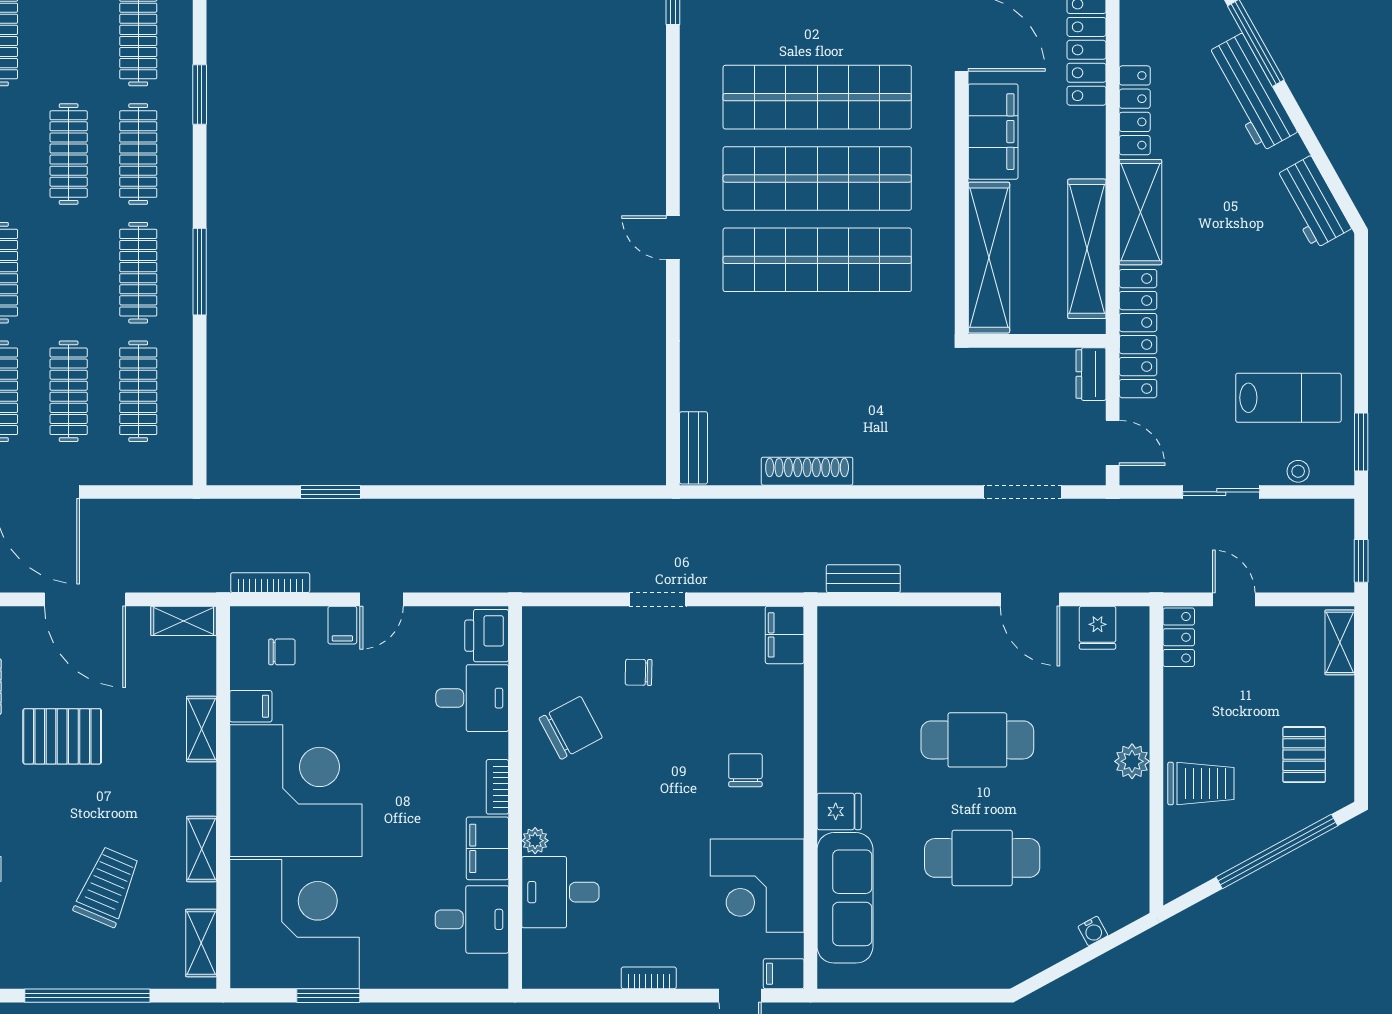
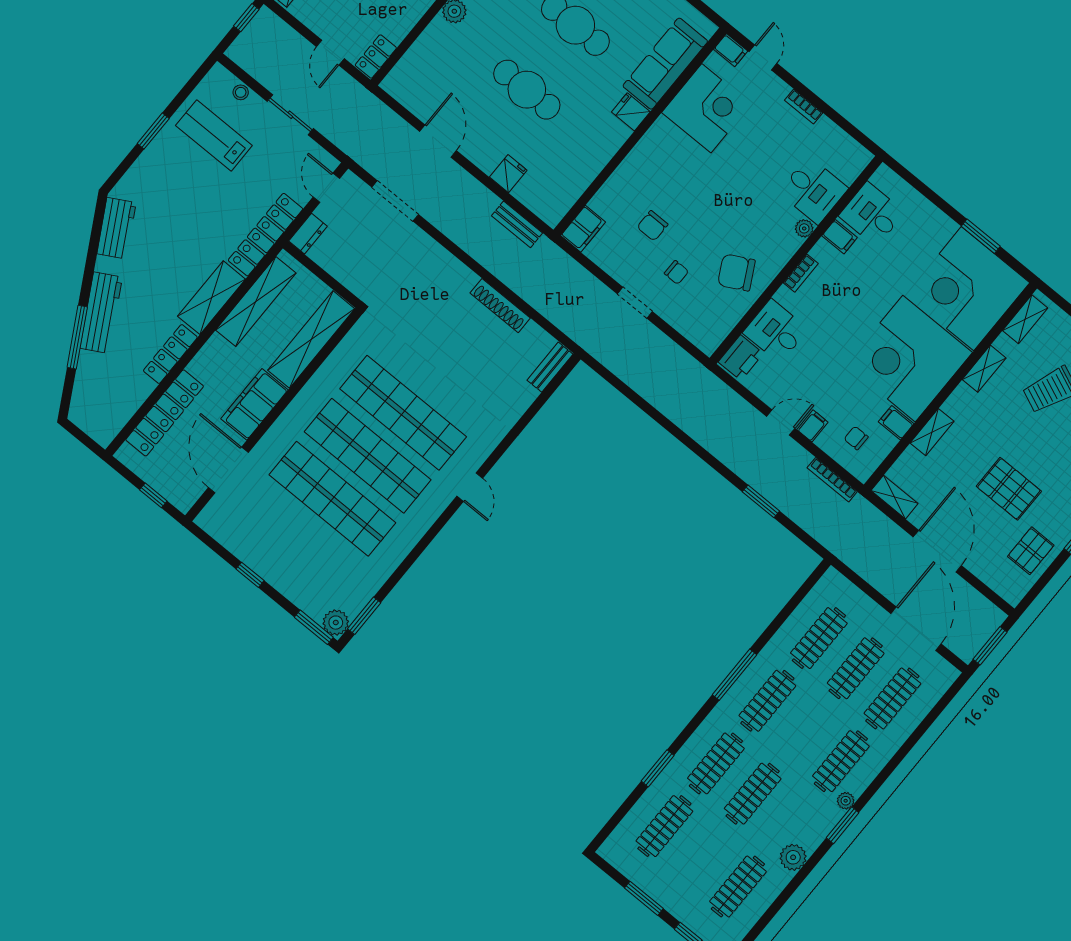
window: (1361, 442) -> (153, 131), moved
fridge: (1098, 628) -> (508, 174), moved
chair: (745, 770) -> (652, 226), moved
filing cabinet: (487, 848) -> (840, 237), width x0.50

